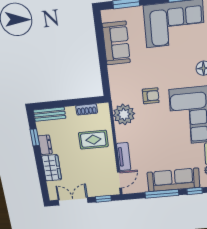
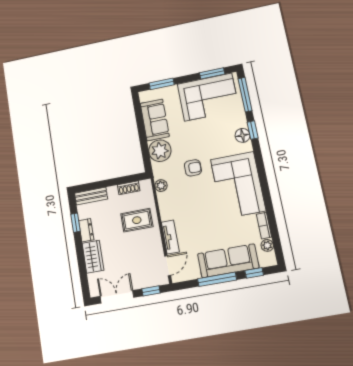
plant: (119, 76) -> (160, 151), added
plant: (124, 114) -> (161, 186), width x0.53, depth x0.53

